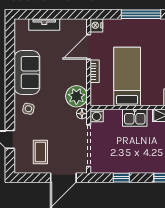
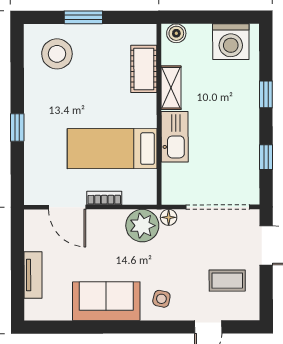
window: (141, 14) -> (17, 127), width x0.46
nightstand: (96, 25) -> (34, 196), removed
washing machine: (97, 115) -> (171, 195), removed
kitchen sink: (135, 118) -> (175, 137), width x1.38

